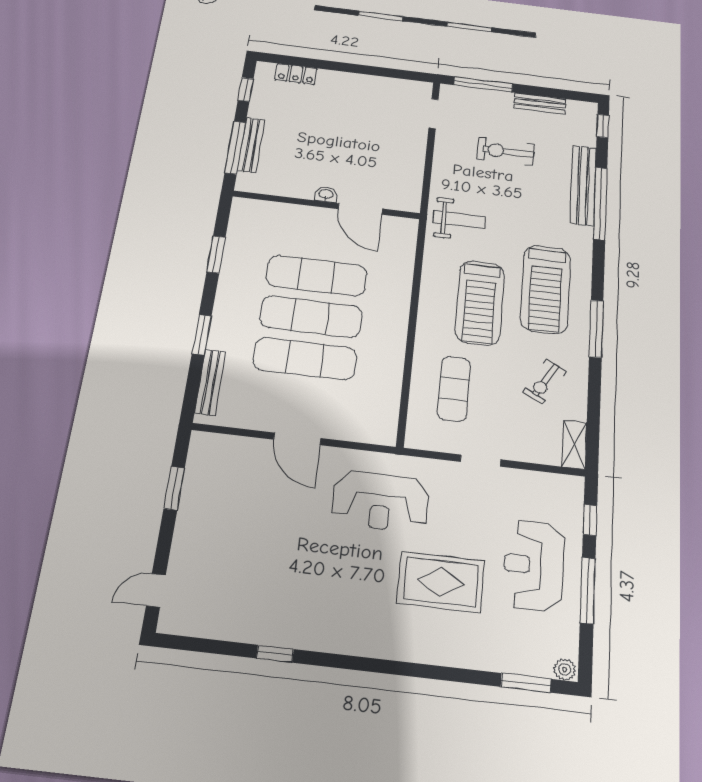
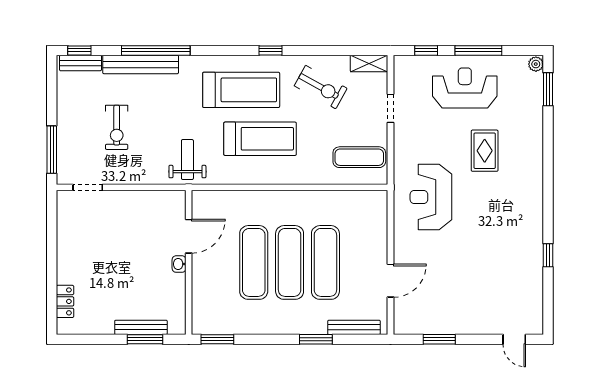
window: (246, 89) -> (87, 339), removed
bench: (540, 104) -> (80, 63), moved, turned 90
window: (235, 147) -> (145, 339), width x0.69
window: (216, 255) -> (217, 339), moved
window: (596, 329) -> (270, 50), width x0.46
exercise bike: (545, 382) -> (321, 87), width x1.38, depth x1.39
exercise mat: (454, 389) -> (359, 157), moved
door: (297, 439) -> (391, 281), moved
doorway: (481, 461) -> (391, 108), moved
reception desk: (381, 501) -> (431, 197), turned 180
reception desk: (534, 565) -> (465, 88), turned 180
rug: (441, 582) -> (485, 151), width x0.73, depth x0.70

